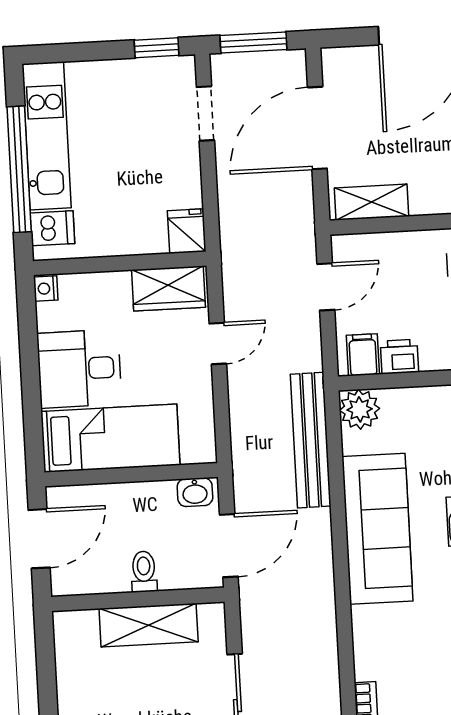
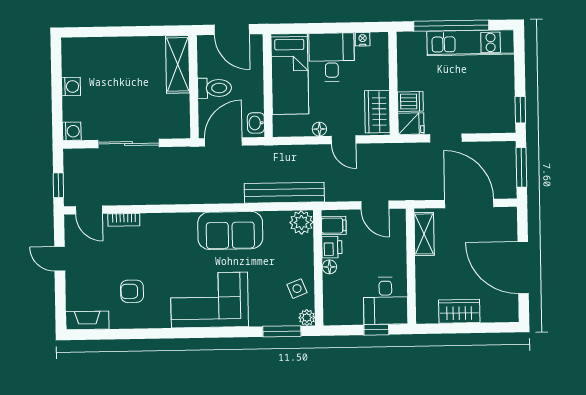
doorway: (205, 114) -> (446, 138), moved
dishwasher: (52, 228) -> (410, 101), moved, turned -90
nightstand: (46, 289) -> (363, 39), moved
floor lamp: (433, 359) -> (329, 267), added
floor lamp: (201, 385) -> (319, 129), added
sofa: (378, 529) -> (230, 230), width x0.73
door: (229, 546) -> (223, 142), swing flipped
toilet: (144, 572) -> (214, 88), width x1.37, depth x1.39
shelving: (149, 625) -> (178, 64), moved

